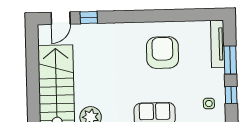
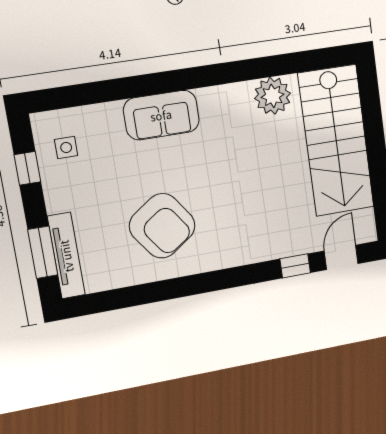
armchair: (162, 53) -> (162, 226), turned -35
window: (230, 60) -> (43, 252), moved

